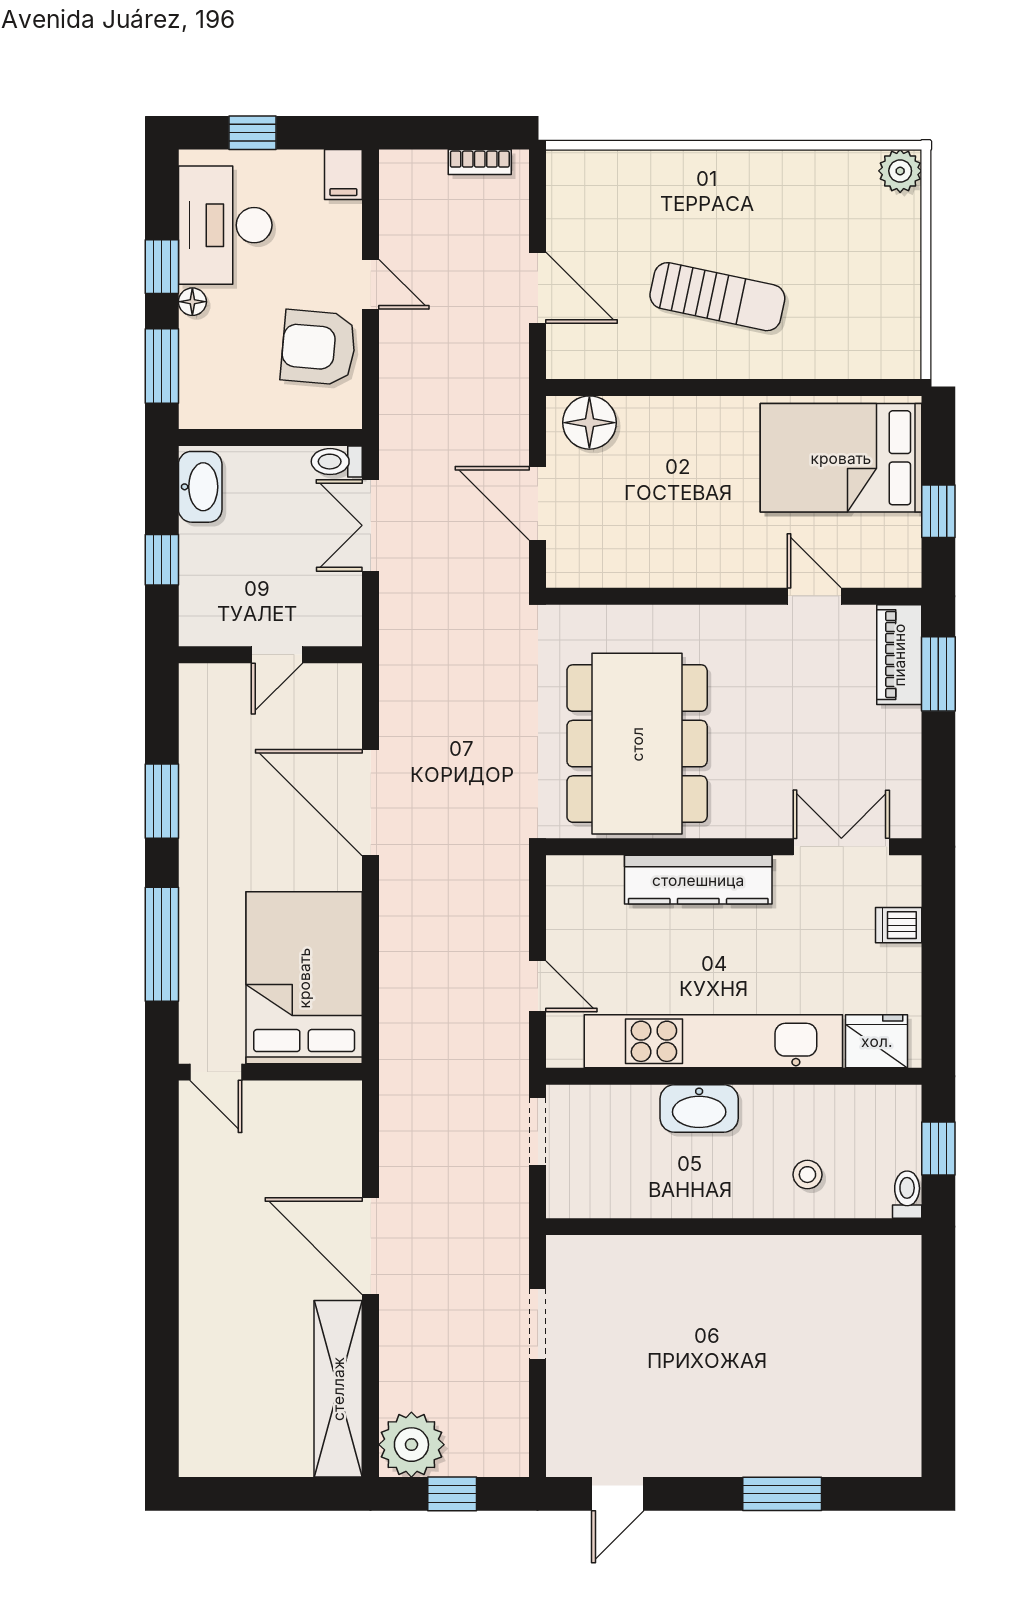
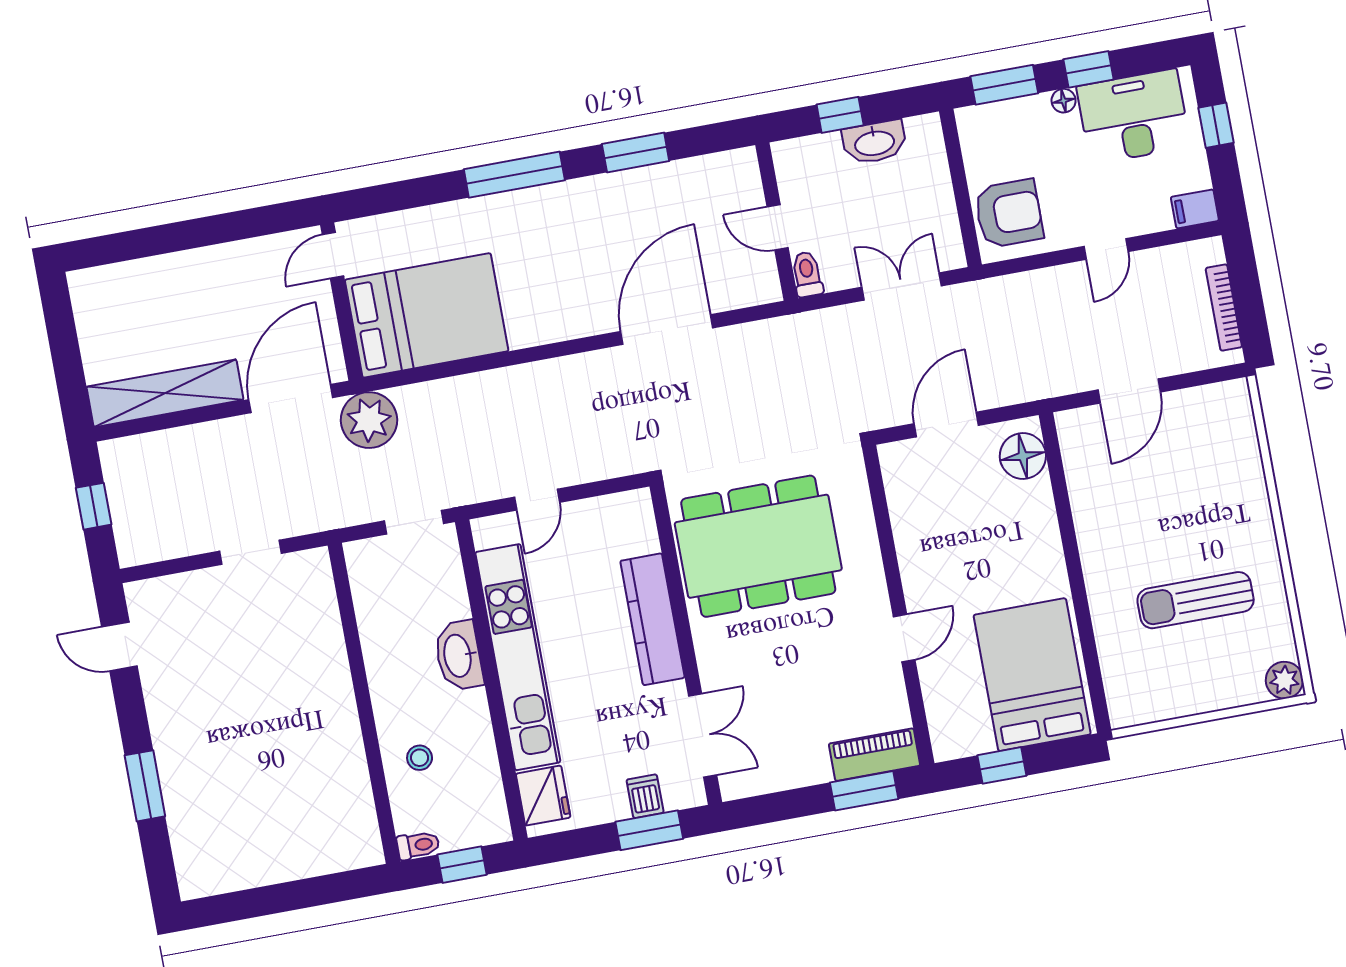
bookcase: (480, 162) -> (1224, 308), width x1.56
sun lounger: (717, 297) -> (1196, 600), moved, turned 78
armchair: (319, 348) -> (1009, 213), moved, turned 85
toilet: (337, 462) -> (807, 274), moved
washbasin: (200, 487) -> (874, 142), moved
door: (814, 596) -> (904, 638), moved
window: (938, 927) -> (649, 830), added
bed: (304, 978) -> (427, 315), moved
door: (216, 1072) -> (333, 255), moved
wall: (270, 1072) -> (341, 302), moved
plant: (411, 1445) -> (369, 420), moved

